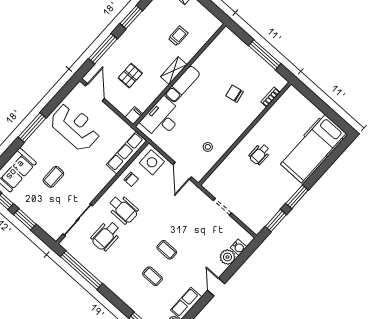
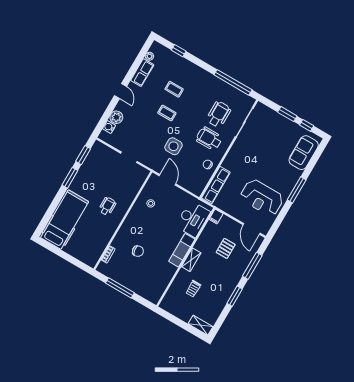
side table: (152, 162) -> (174, 146), moved
coffee table: (53, 177) -> (271, 153), removed

